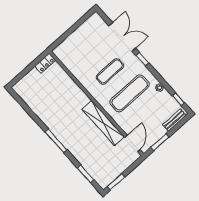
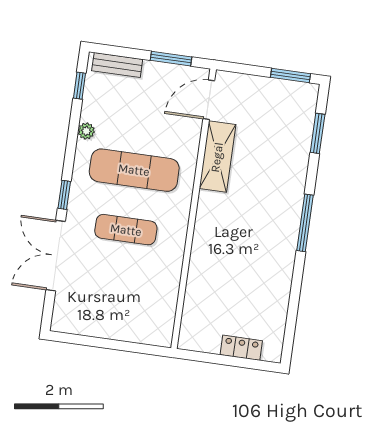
locker: (45, 63) -> (241, 348), moved
shelving: (103, 123) -> (217, 157), width x0.68

